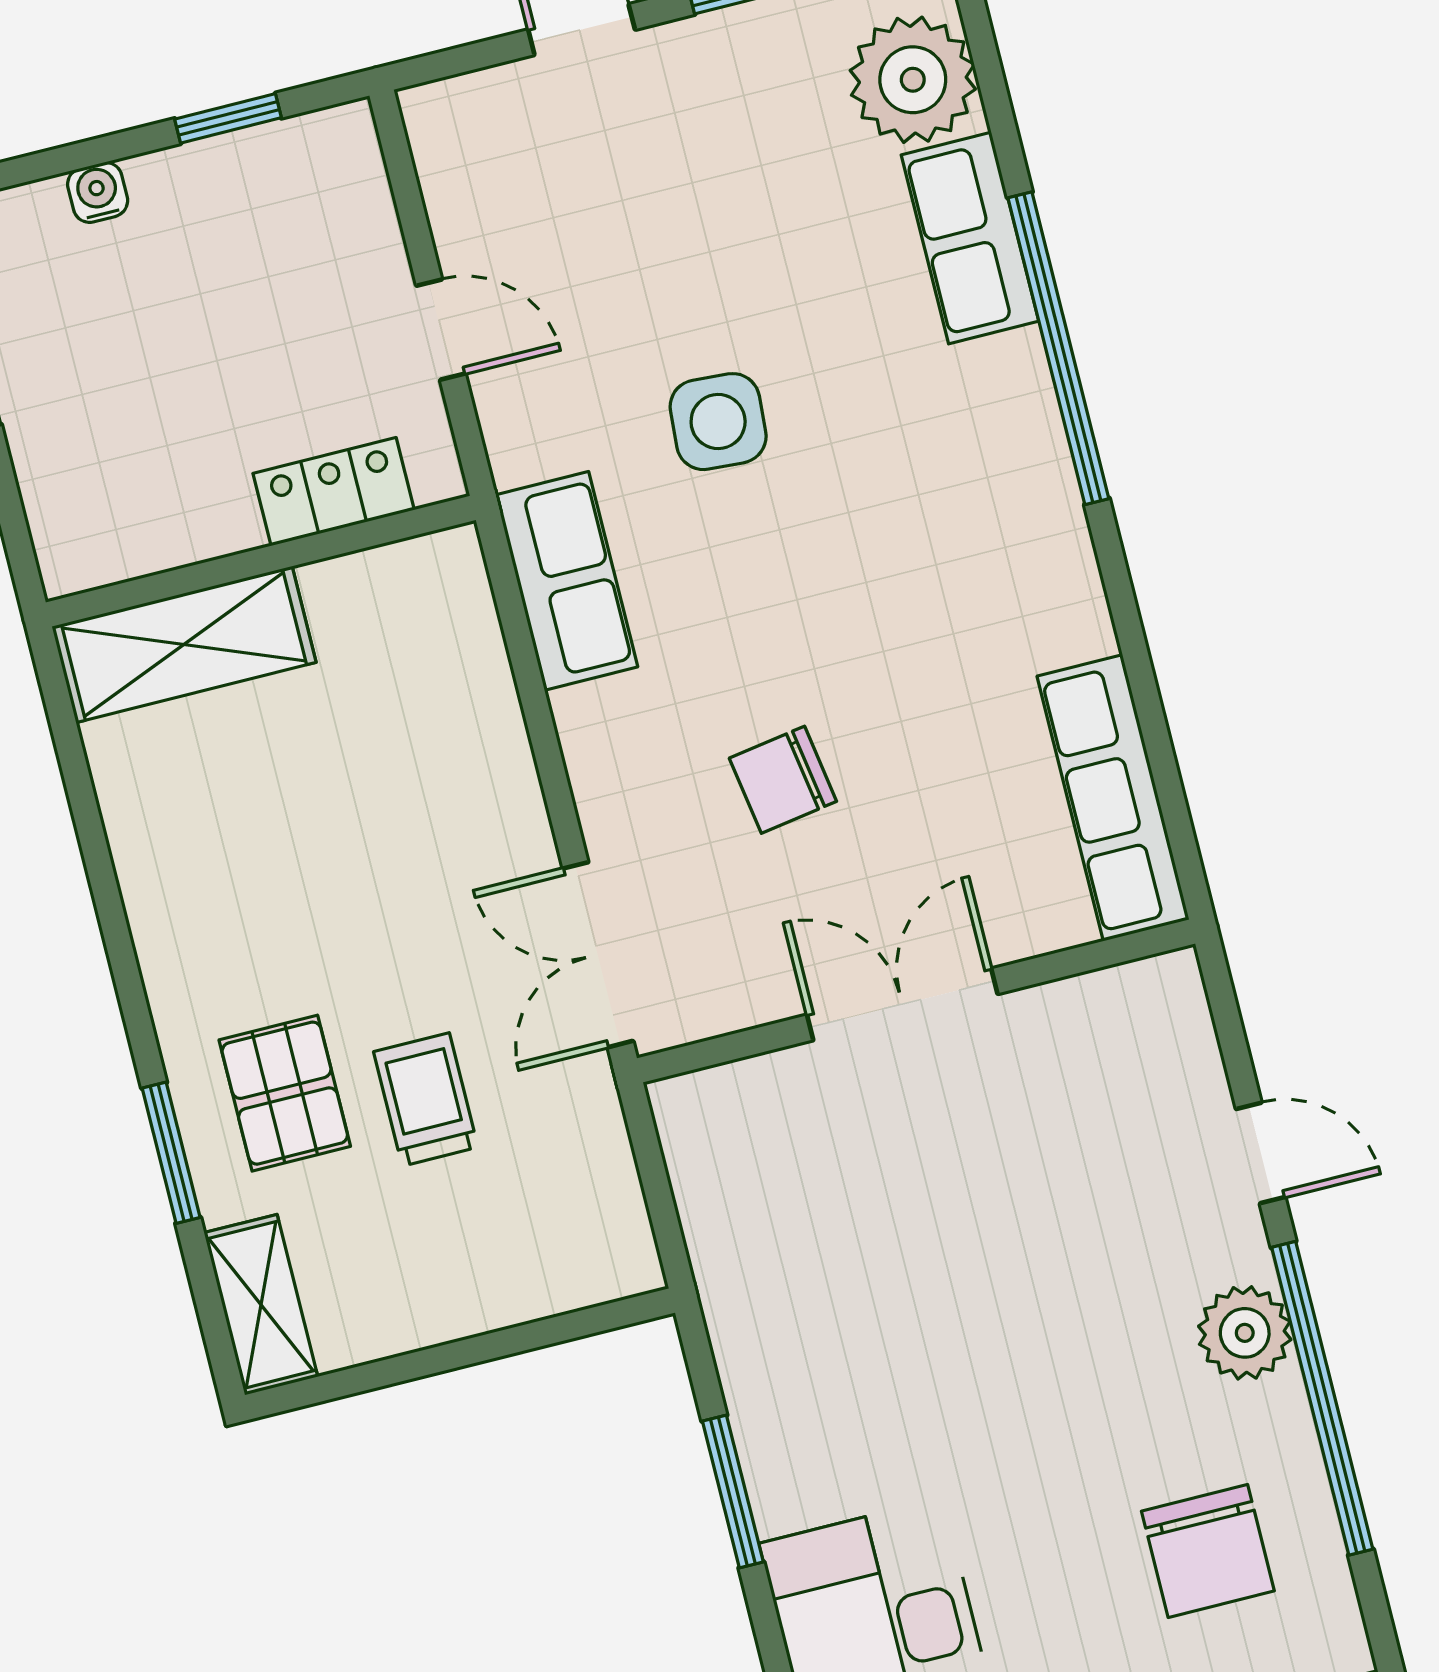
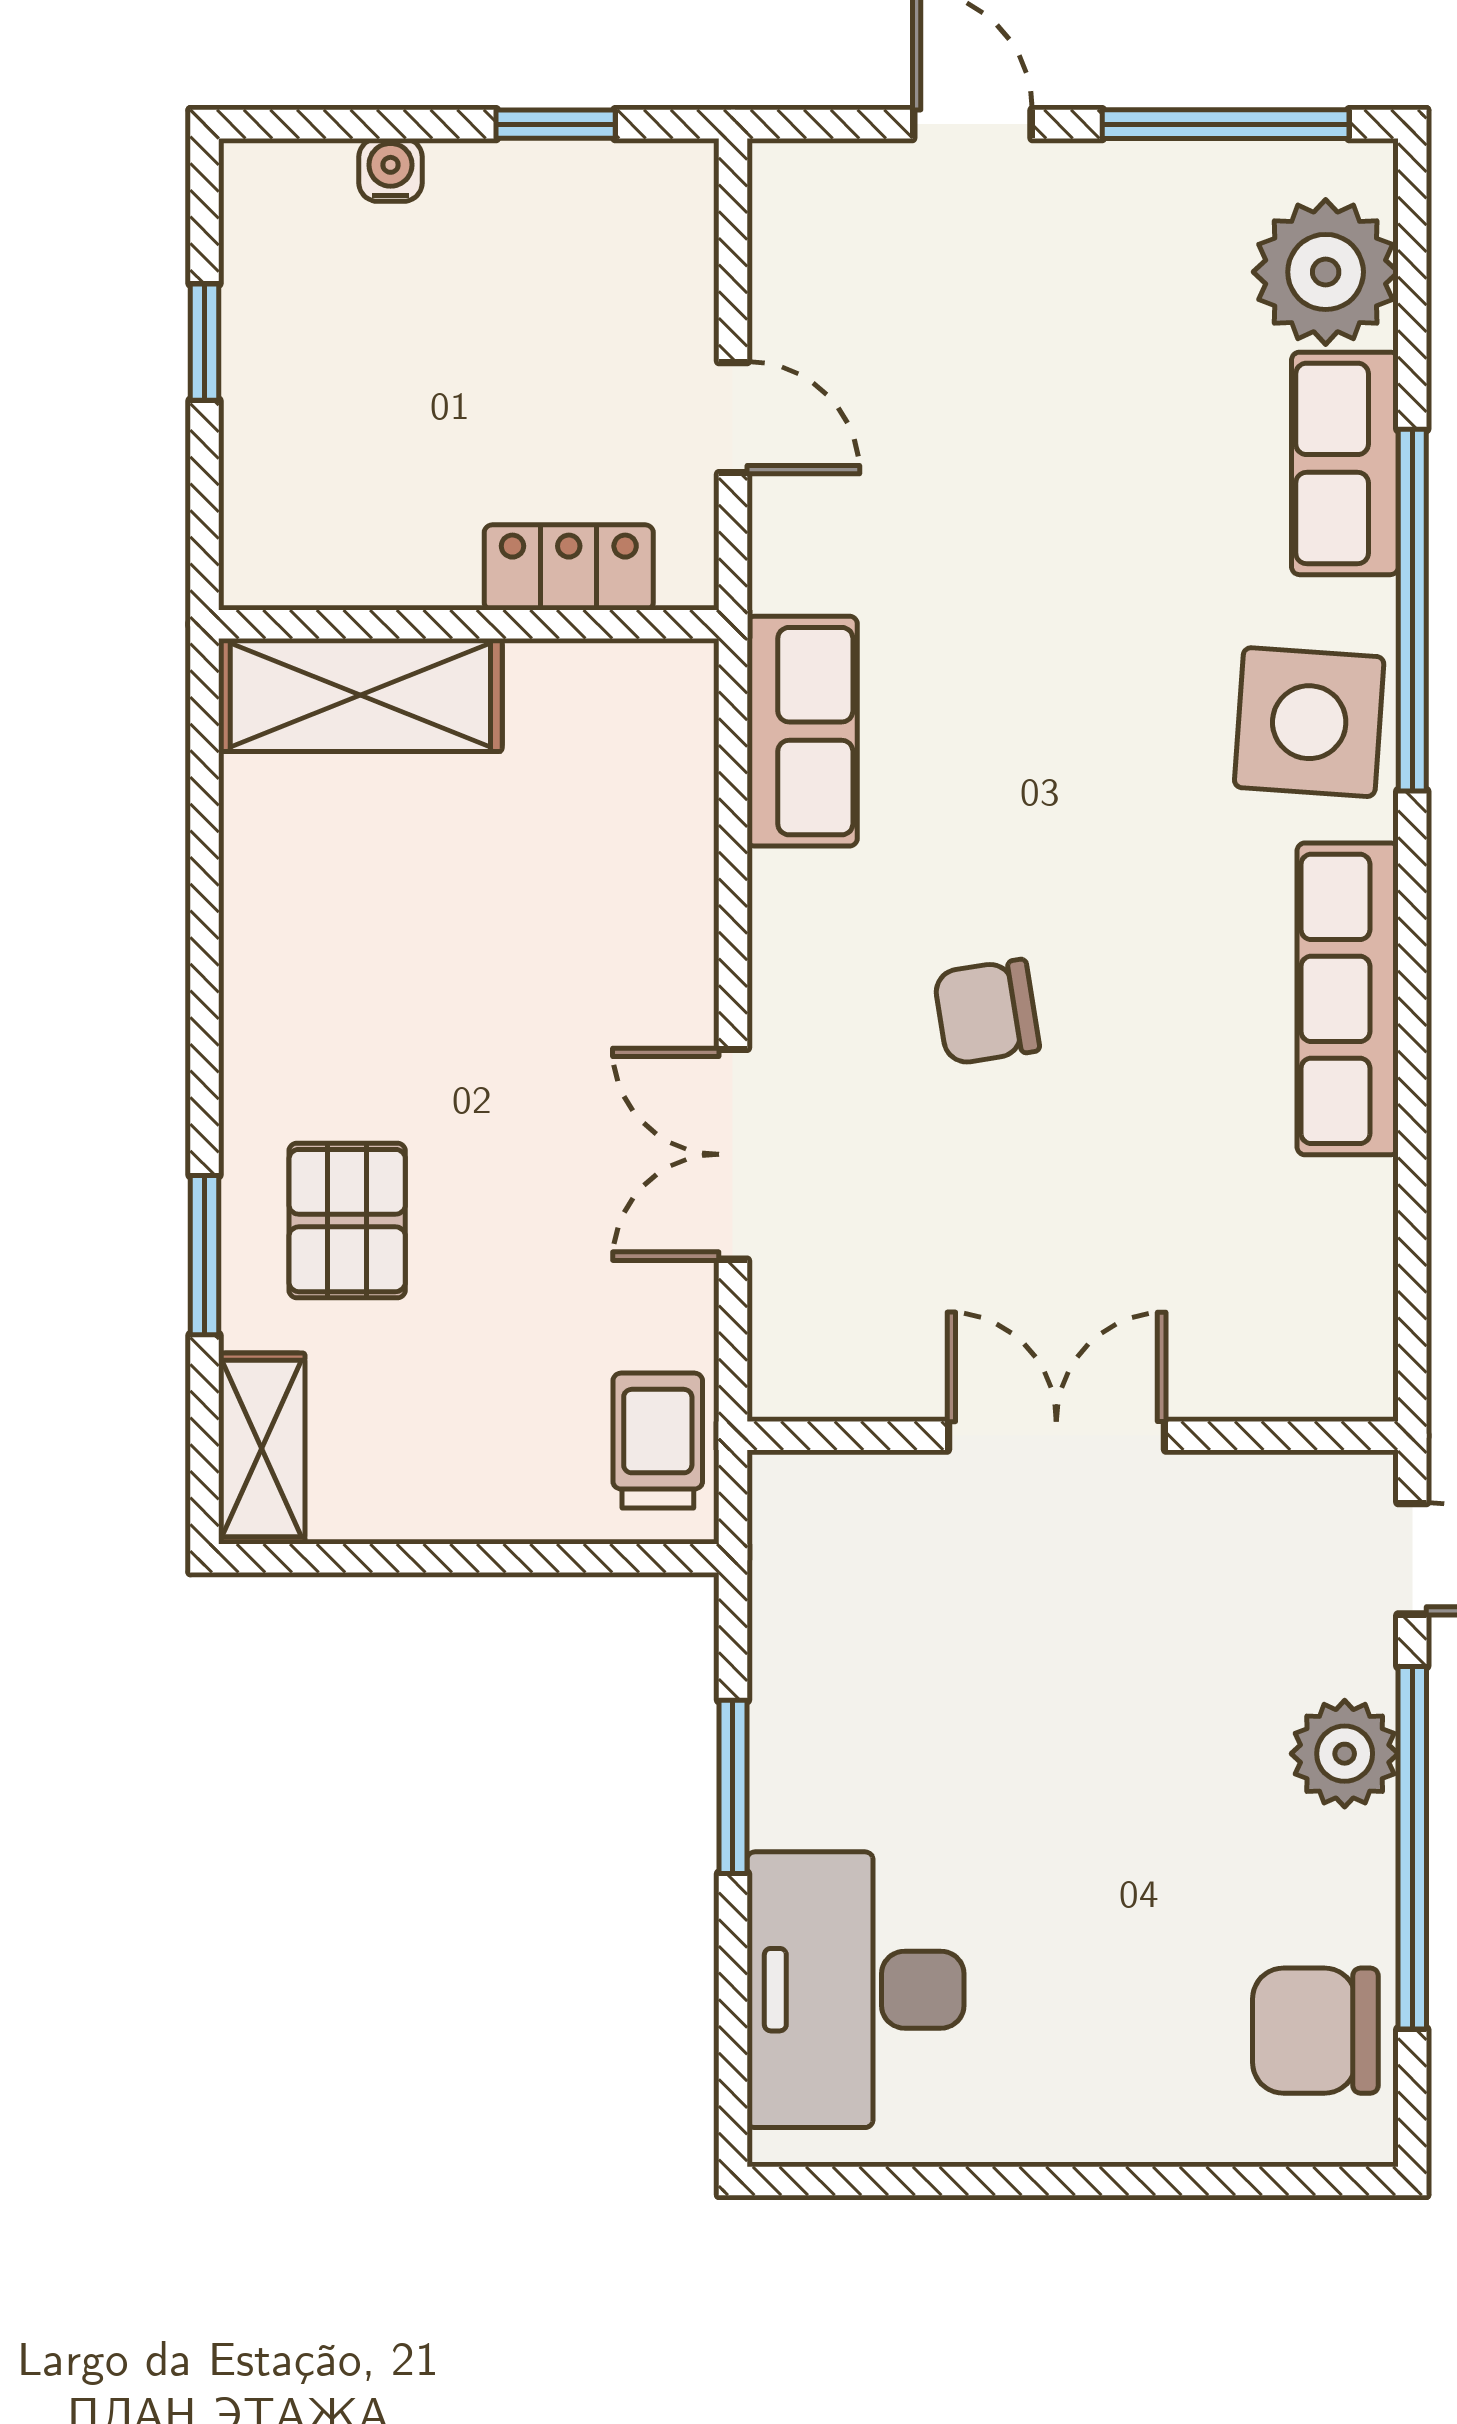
side table: (718, 422) -> (1309, 722), moved, width x1.37, depth x1.37
row of seats: (1113, 798) -> (1348, 999), moved
wall: (916, 1001) -> (1073, 1436), moved
double door: (902, 1004) -> (1056, 1436), moved
trolley: (426, 1099) -> (658, 1440), moved
chair: (1208, 1551) -> (1315, 2031), moved, turned 90

